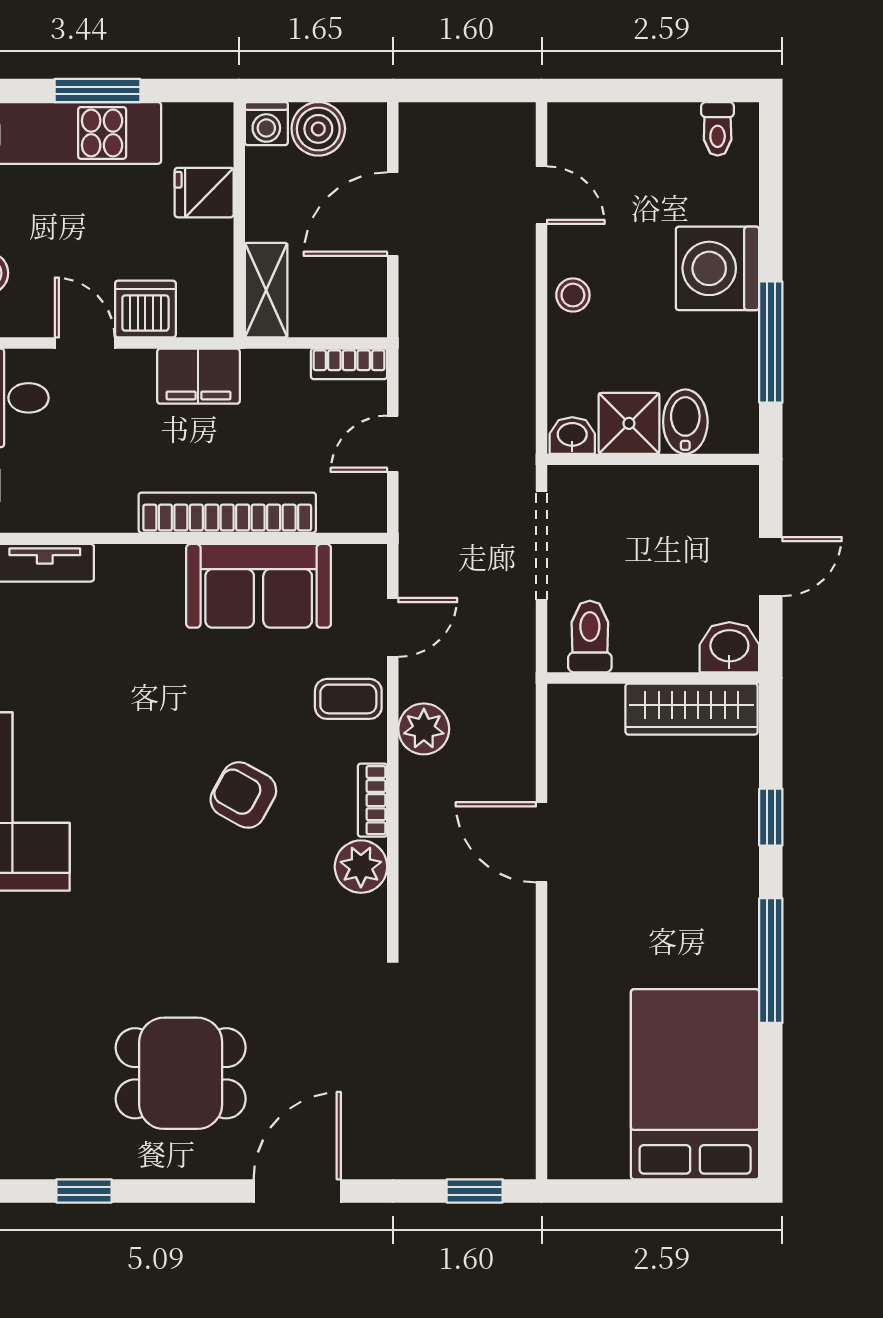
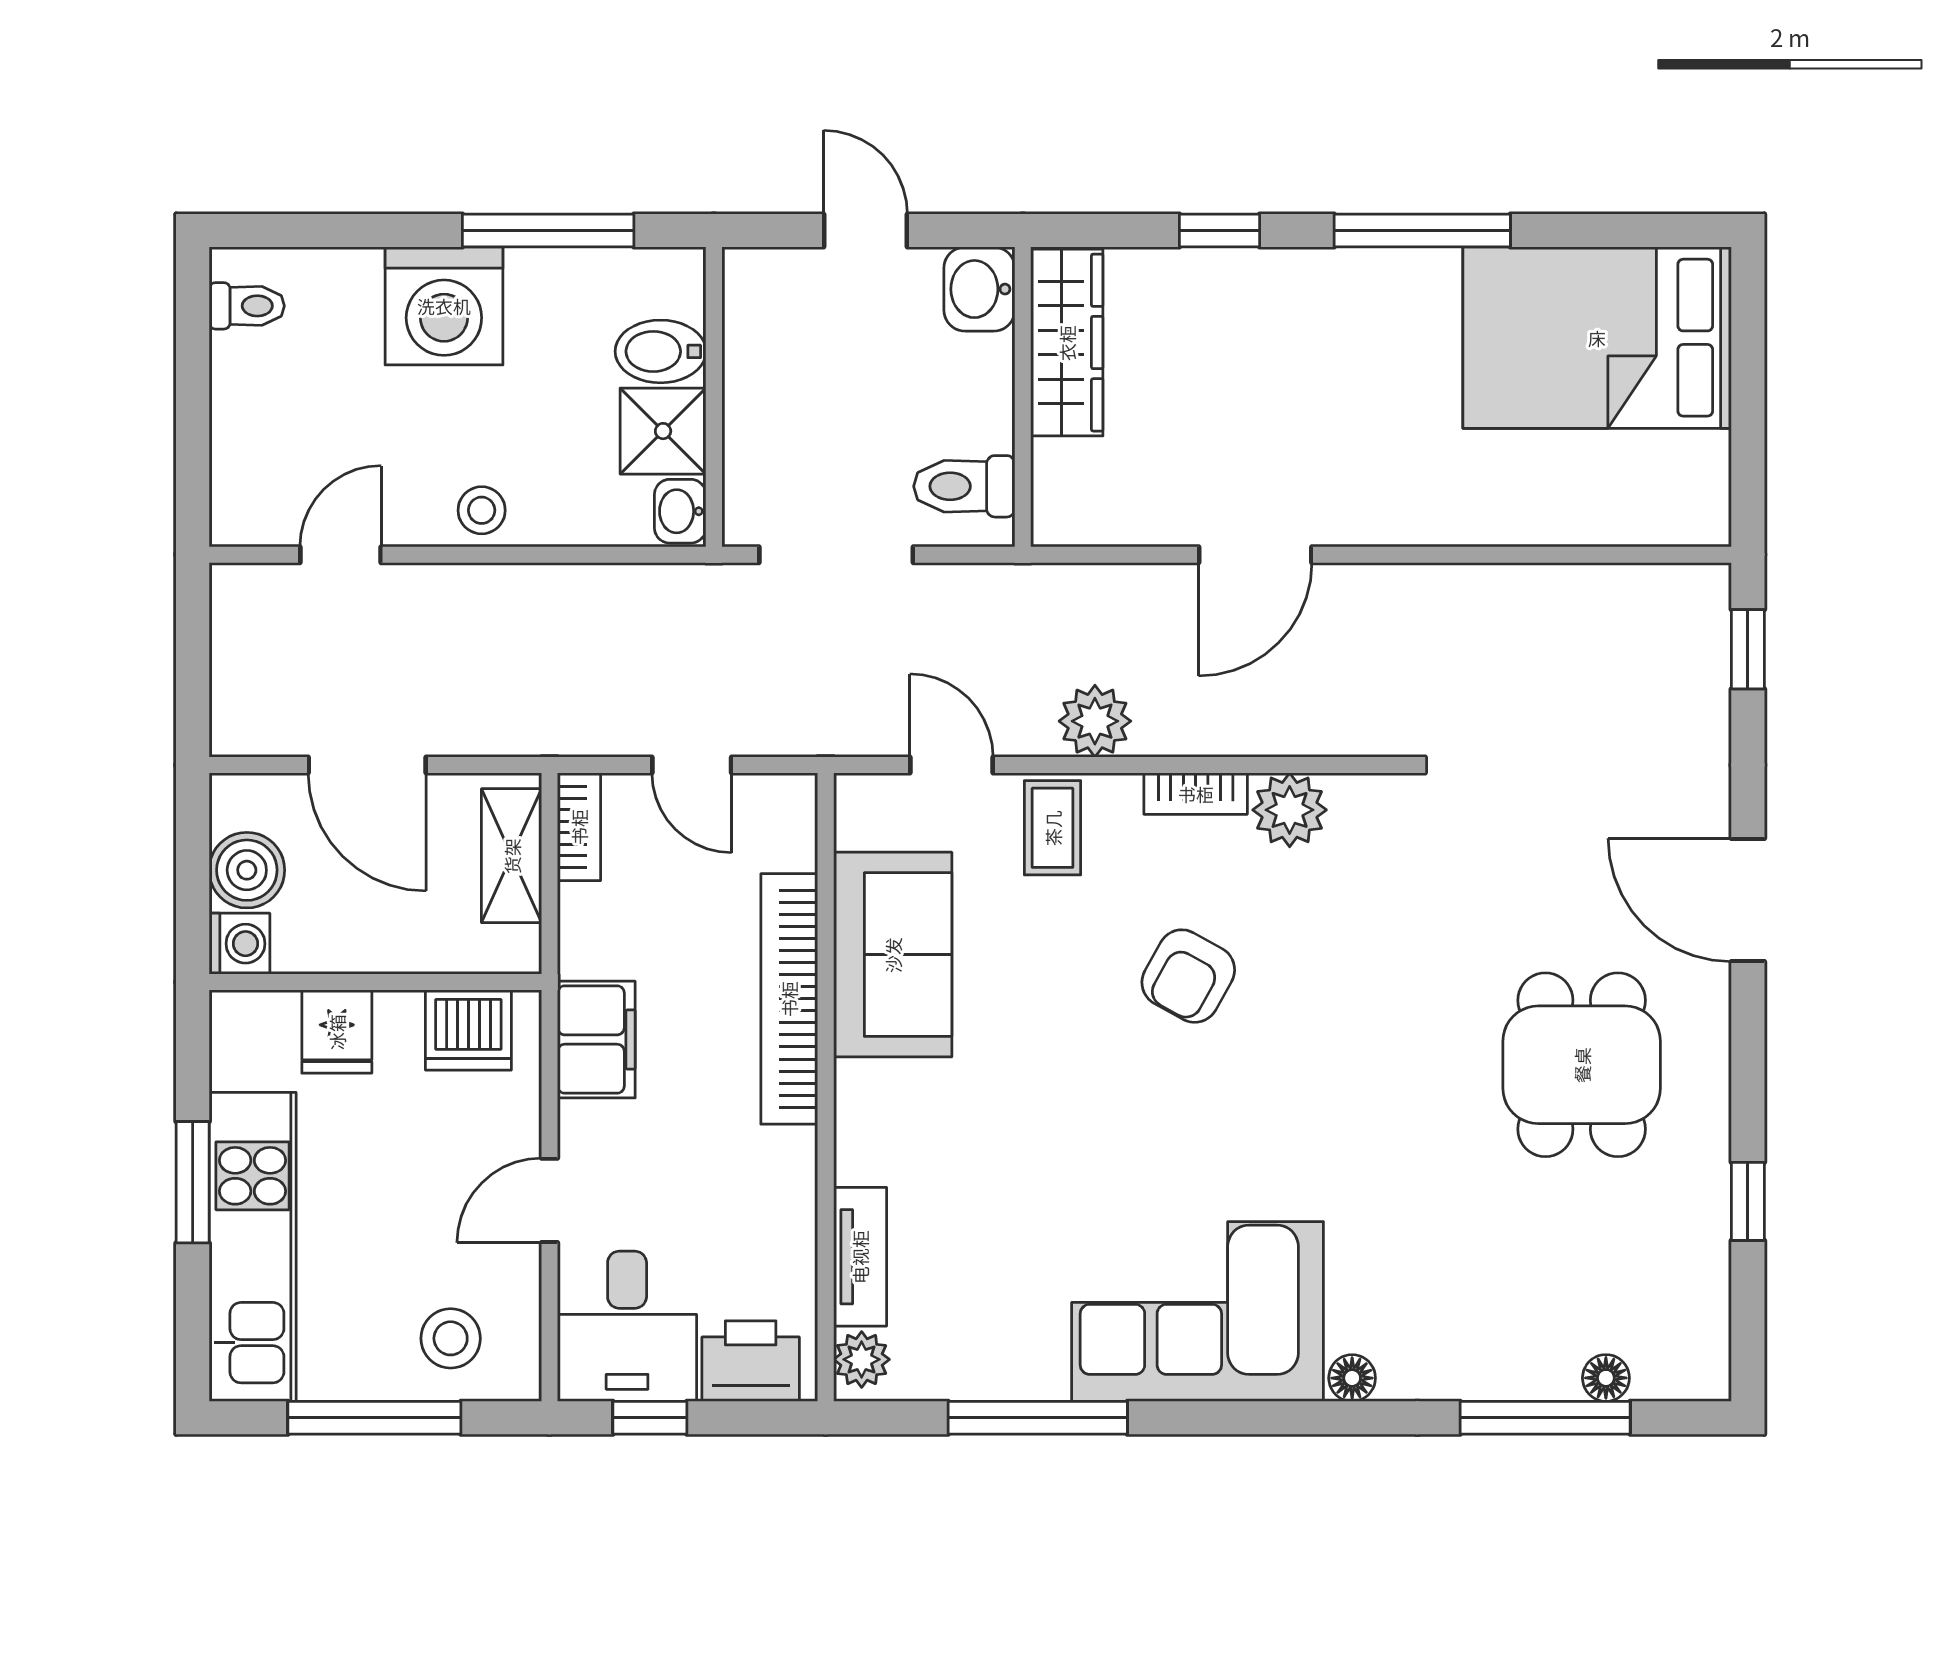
shelving: (266, 290) -> (512, 856), moved, turned 90
dishwasher: (145, 309) -> (468, 1030), moved, turned -90

